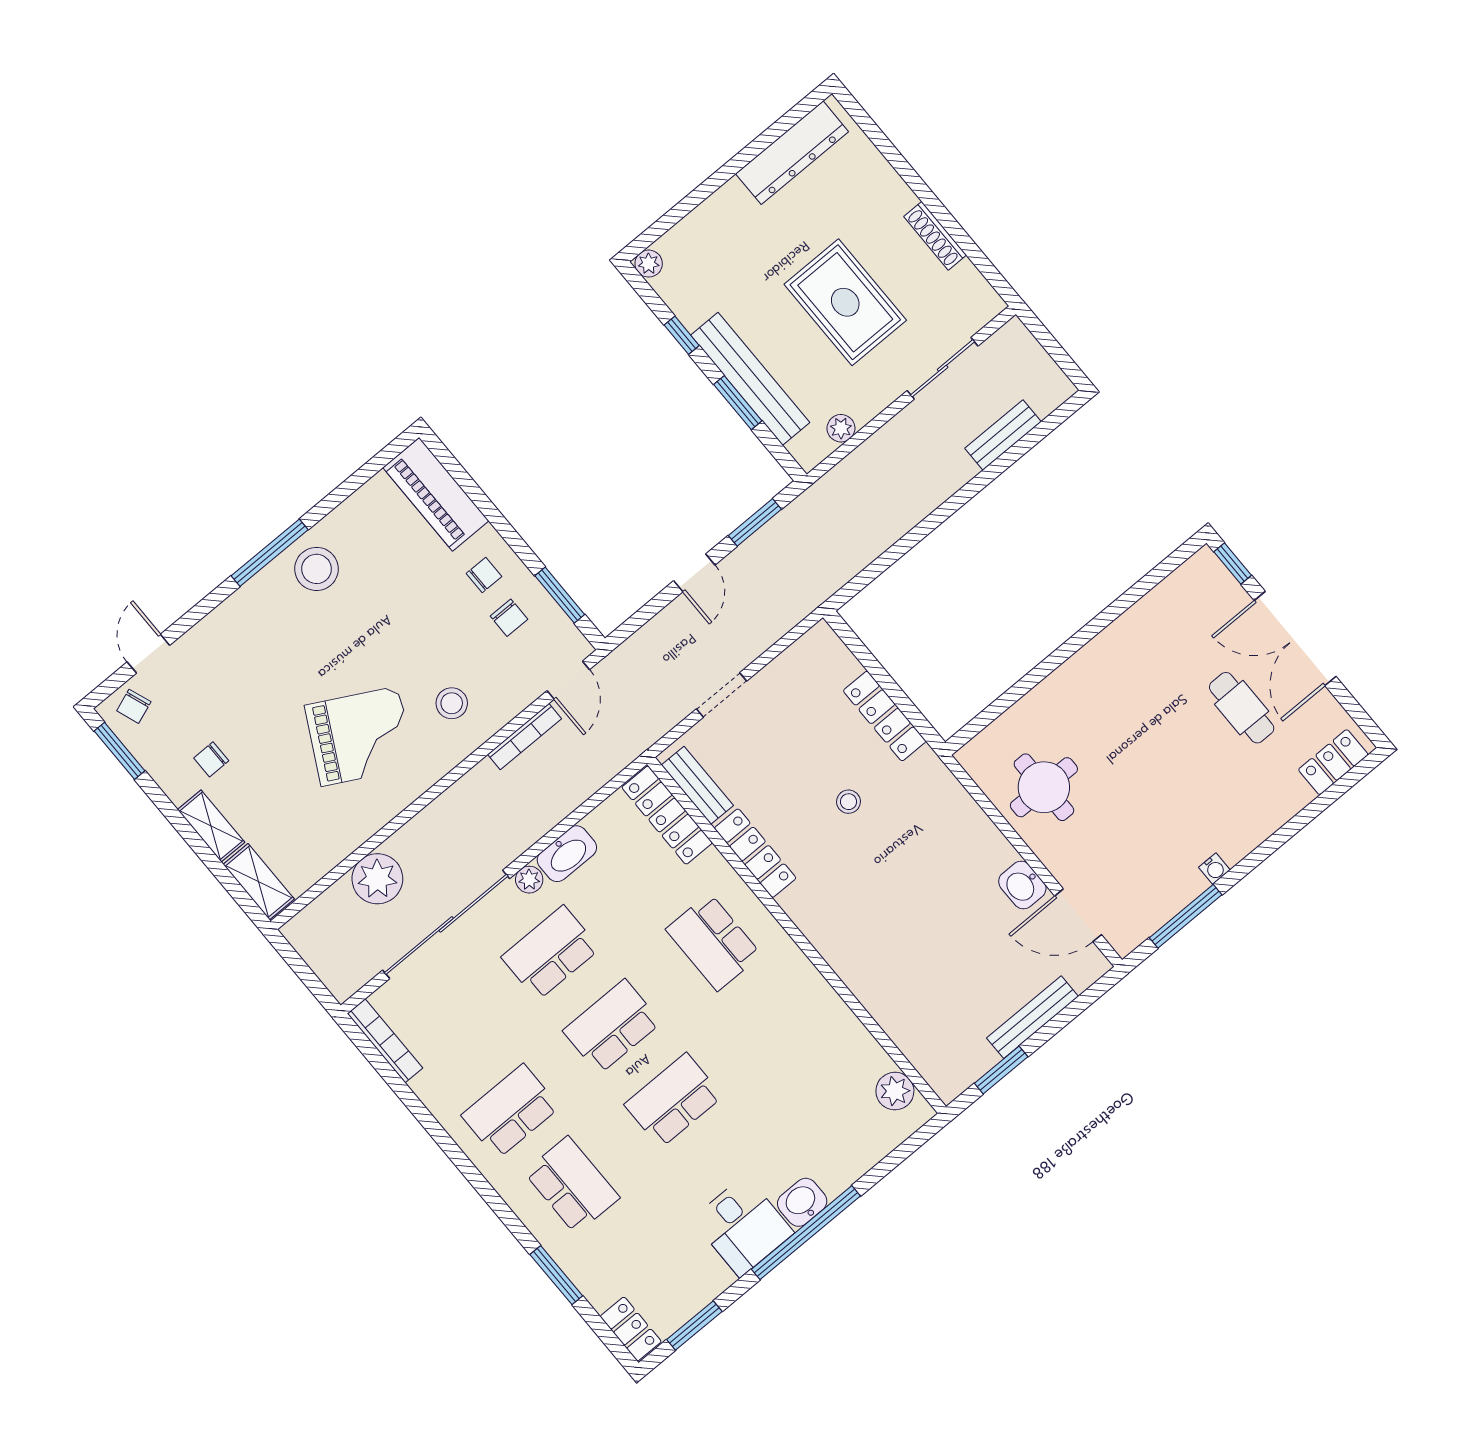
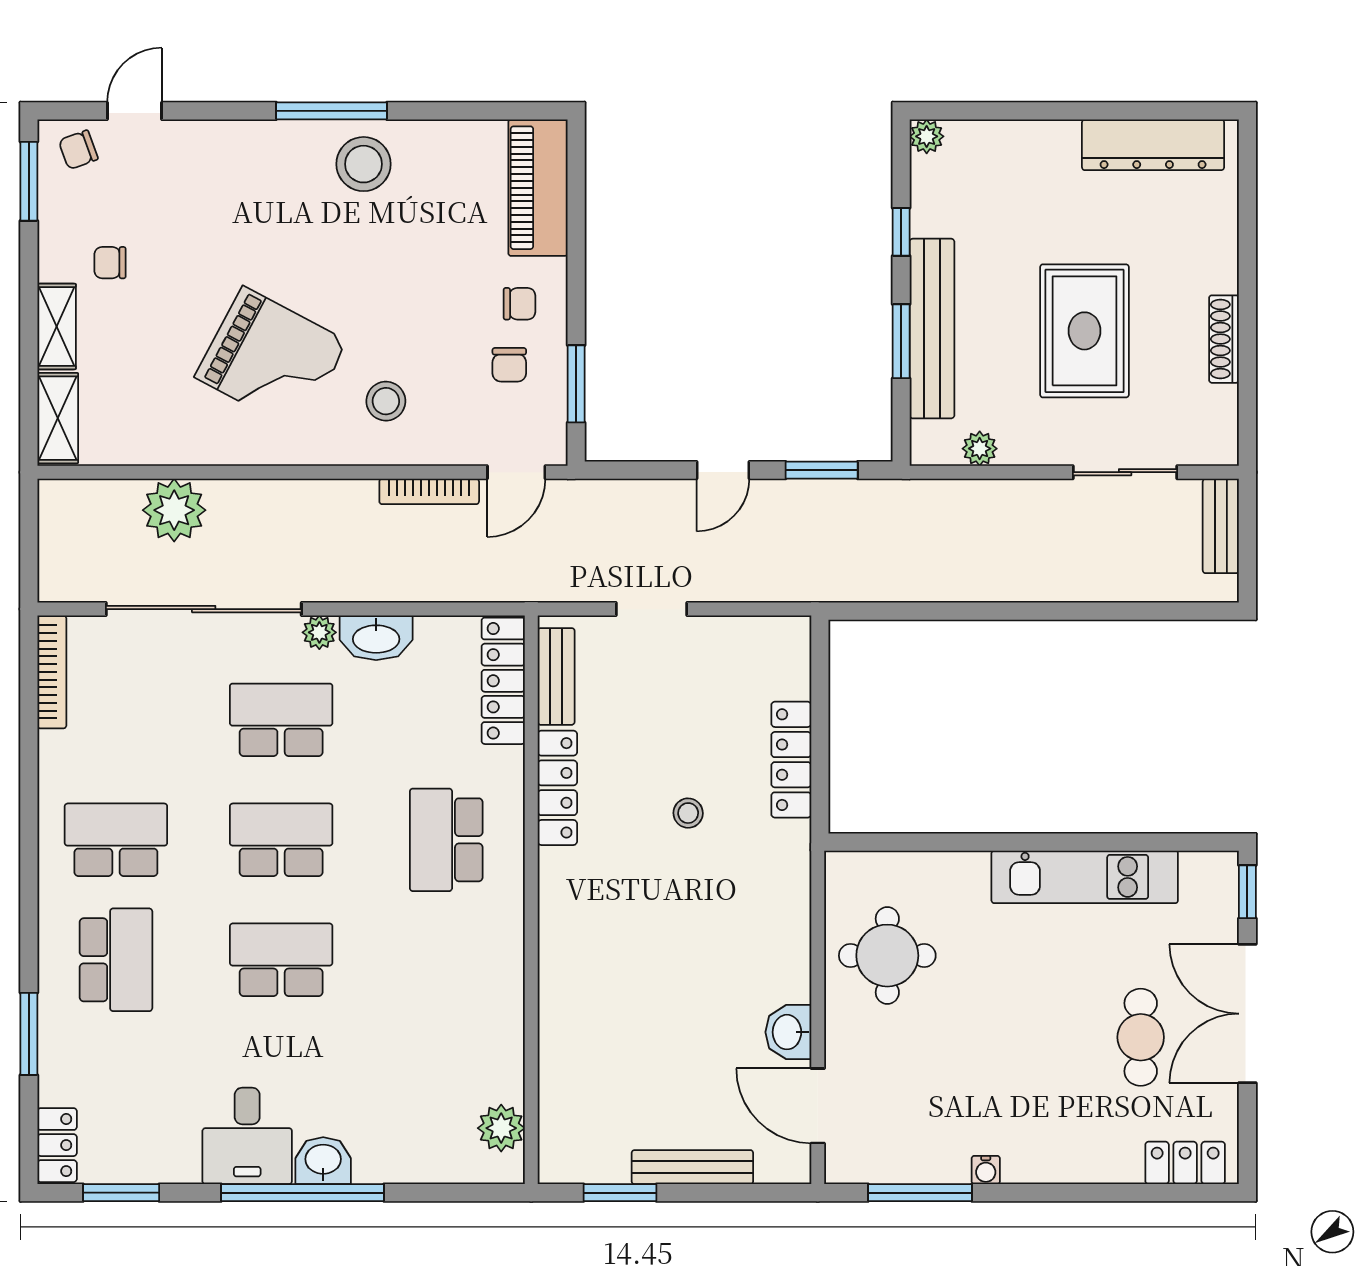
bench: (1003, 435) -> (1221, 526), moved, turned 90
kitchen unit: (1125, 638) -> (1085, 877), added

